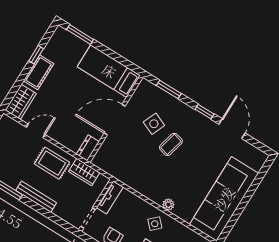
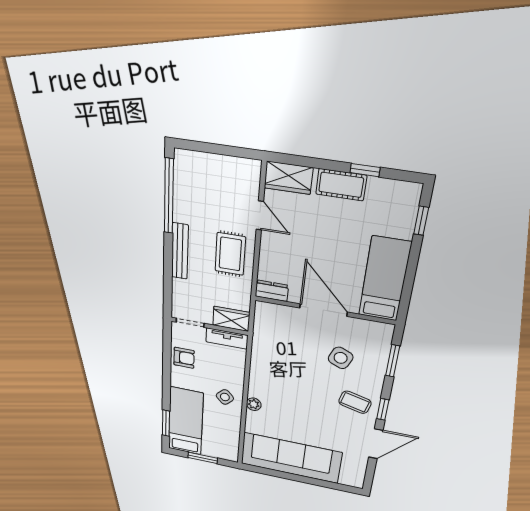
window: (80, 34) -> (421, 221), width x0.67
coffee table: (171, 144) -> (355, 402), moved
wardrobe: (84, 172) -> (231, 319), moved, turned 90

